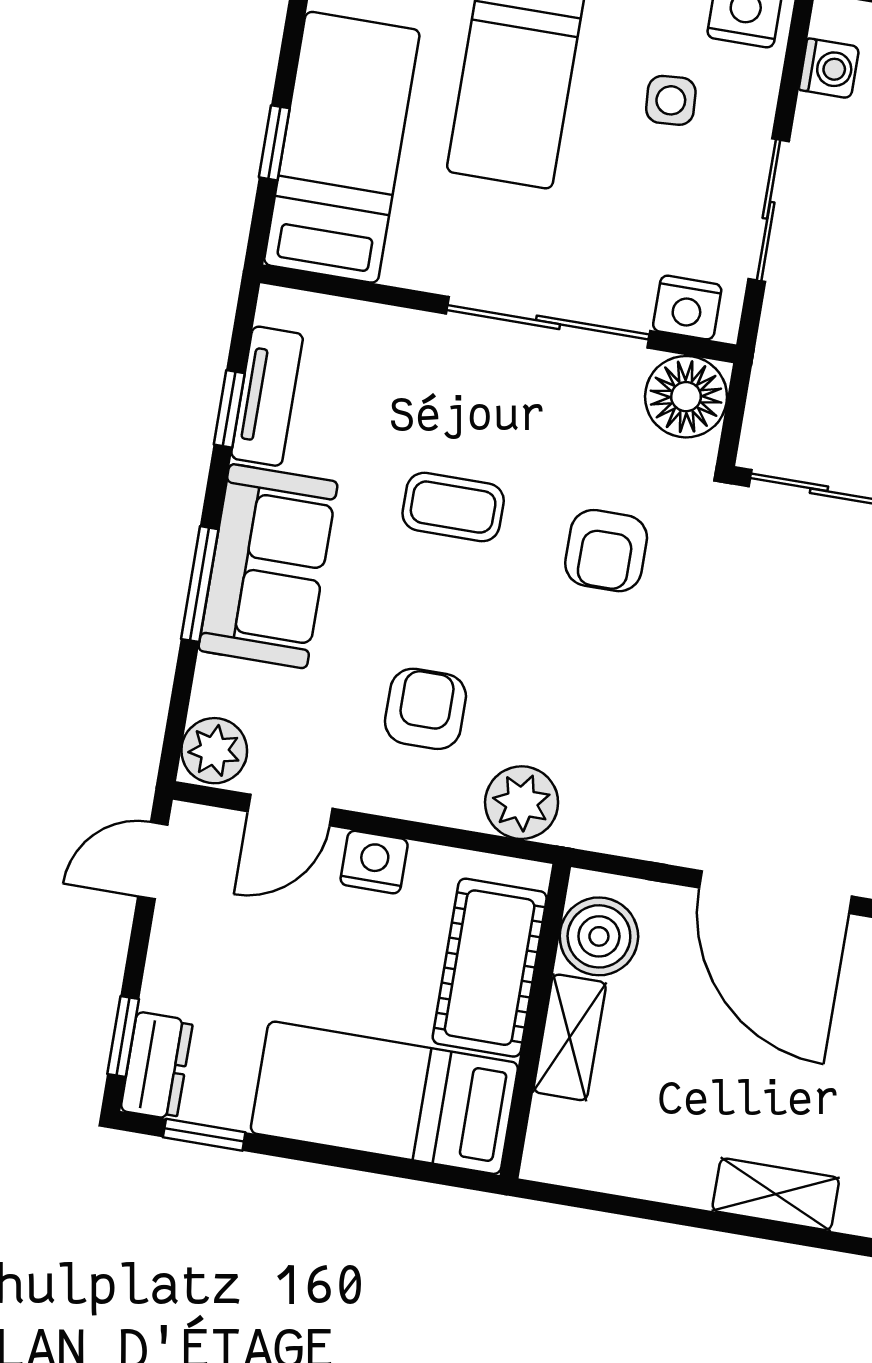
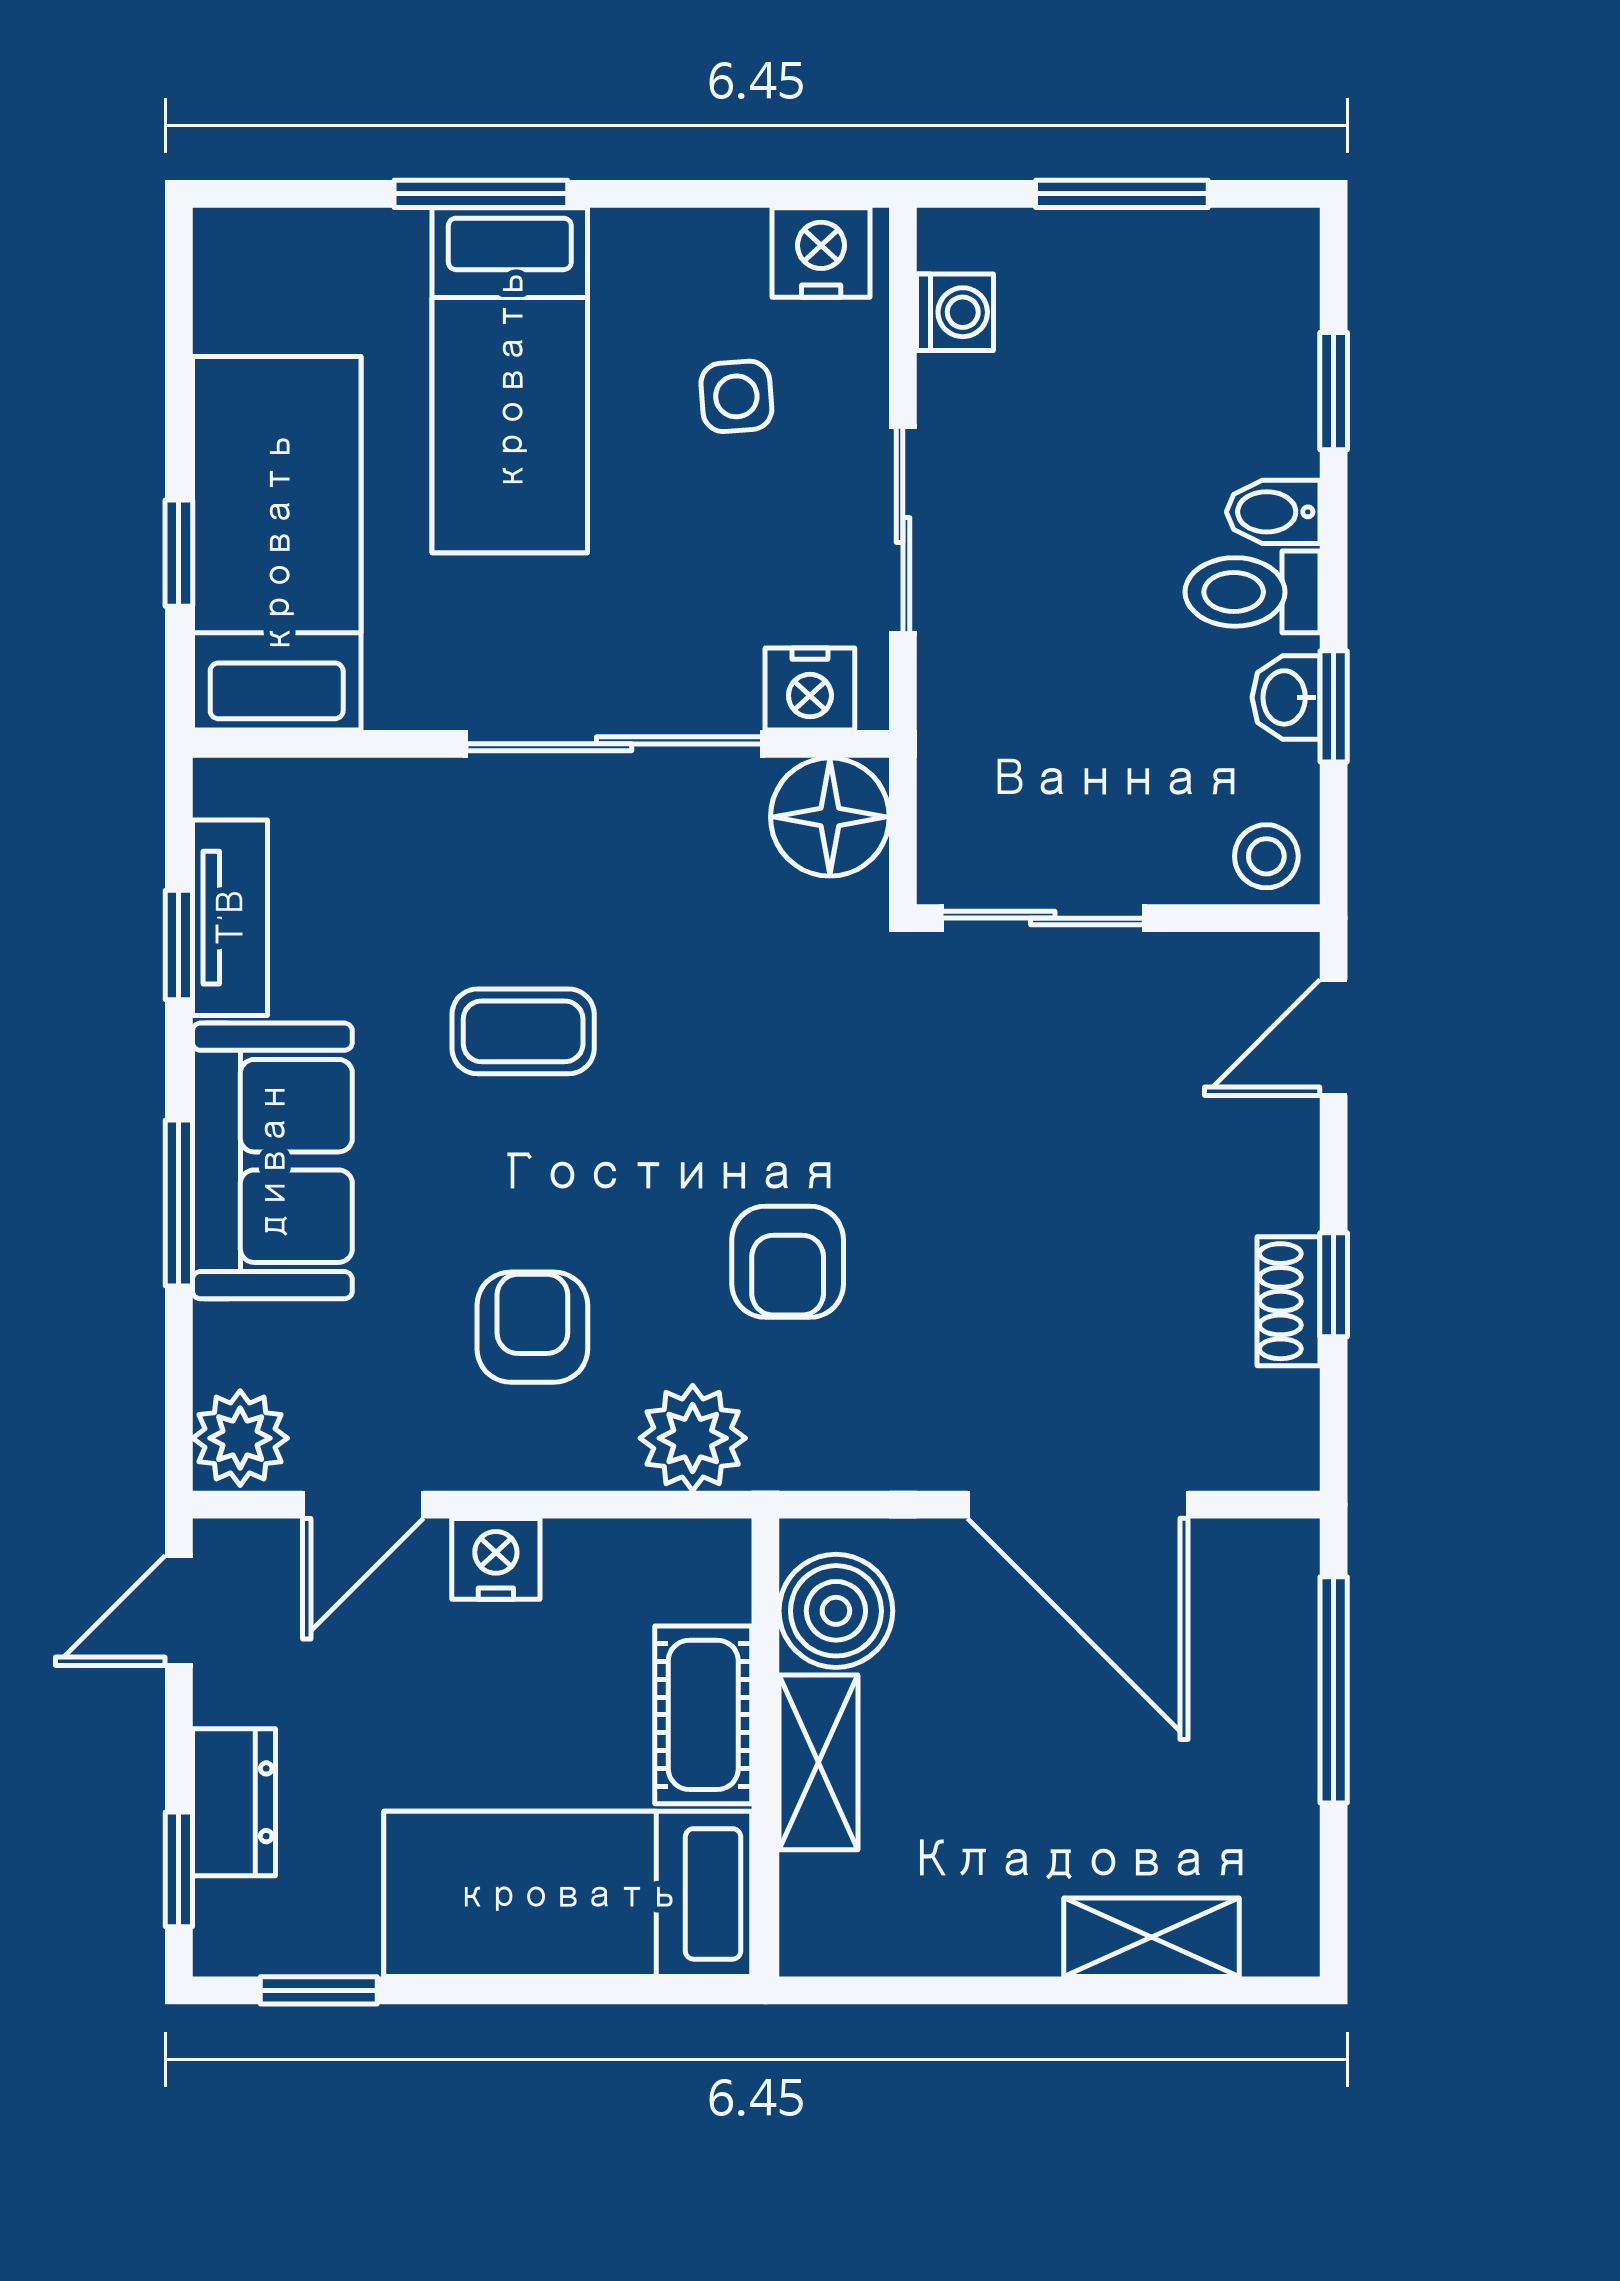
armchair: (606, 551) -> (788, 1262), moved
cot: (490, 968) -> (703, 1715), width x0.73, depth x0.75
dresser: (157, 1066) -> (234, 1802), moved

